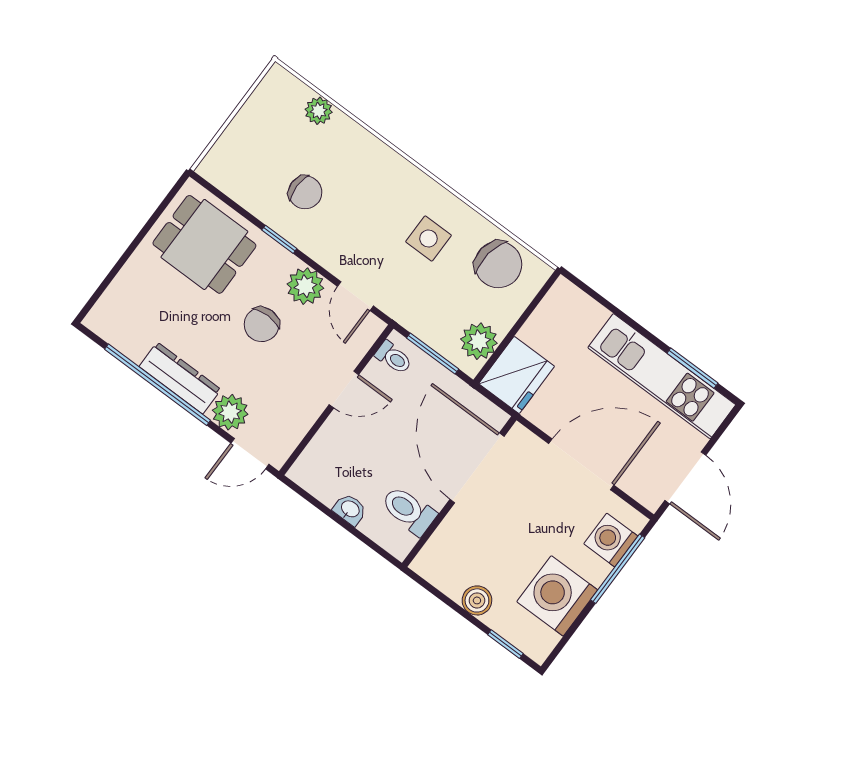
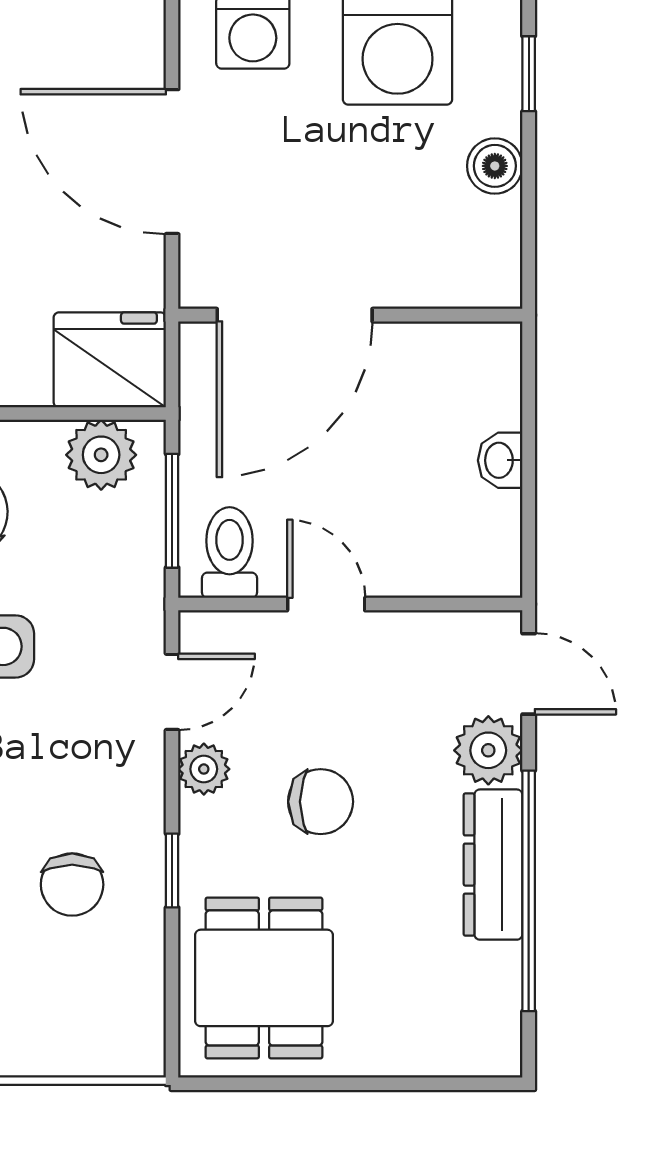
chair: (305, 192) -> (72, 885), turned 180
plant: (305, 286) -> (204, 769), width x0.73, depth x0.73
toilet: (394, 358) -> (230, 553), width x1.37, depth x1.39
toilet: (409, 510) -> (436, 370), removed

